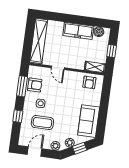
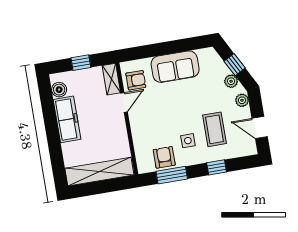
door: (58, 68) -> (124, 102), moved
sofa: (89, 121) -> (175, 67), moved

